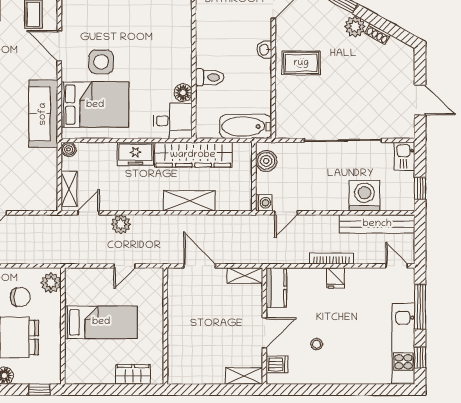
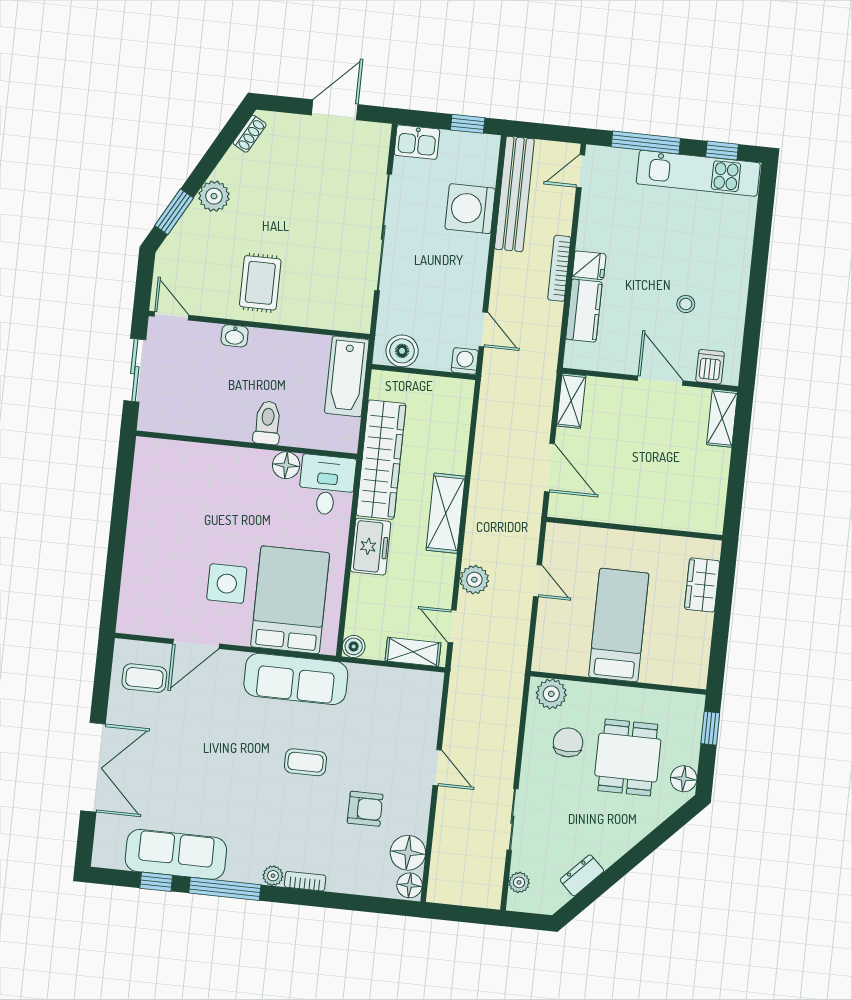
shoe rack: (378, 34) -> (250, 134), moved
shelving: (189, 201) -> (446, 513), moved
door: (200, 266) -> (549, 468), swing flipped
kitchen counter: (276, 288) -> (584, 311), moved, turned 90

